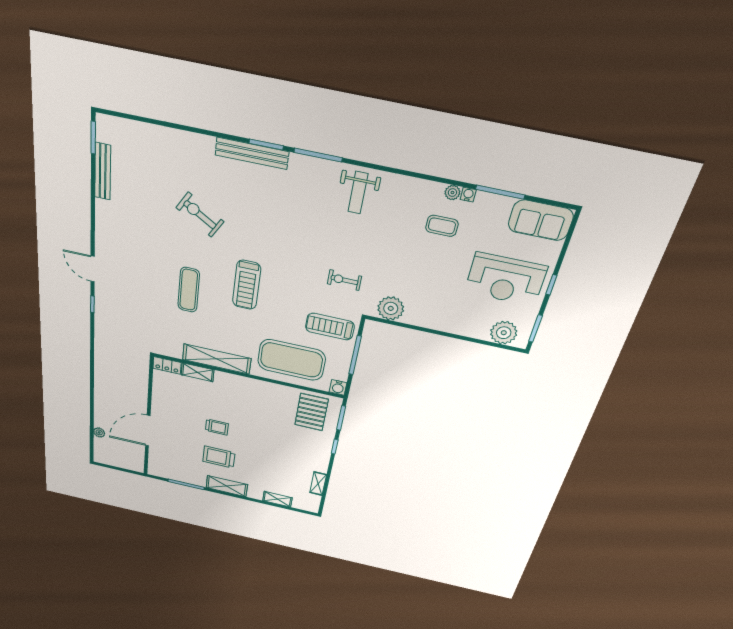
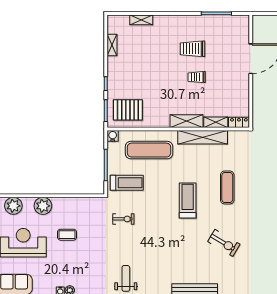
coffee table: (442, 226) -> (67, 235), moved
plant: (391, 308) -> (43, 206), moved
exercise mat: (291, 360) -> (149, 150), width x0.68
pallet: (312, 412) -> (128, 110), turned 90
trolley: (219, 457) -> (192, 49), turned 180
shelving: (227, 486) -> (186, 121), moved

